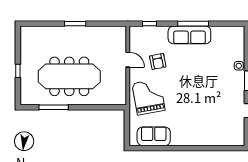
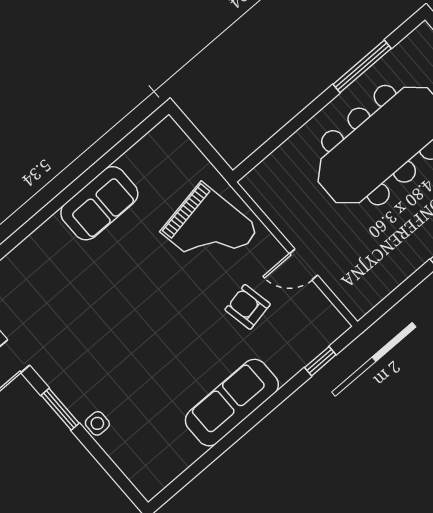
window: (193, 24) -> (243, 428), removed
sofa: (154, 136) -> (99, 203), moved

